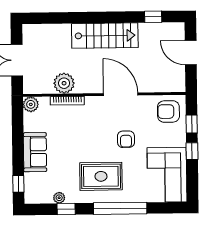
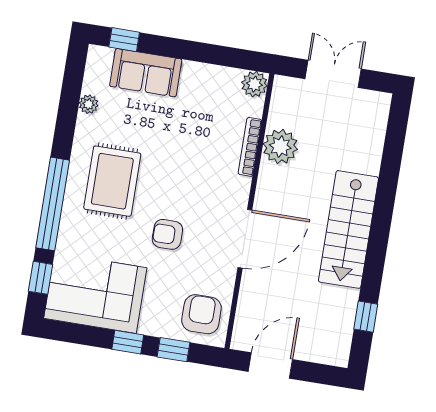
door: (191, 53) -> (270, 365), moved
sofa: (35, 152) -> (146, 73), moved
window: (66, 209) -> (40, 278), moved

